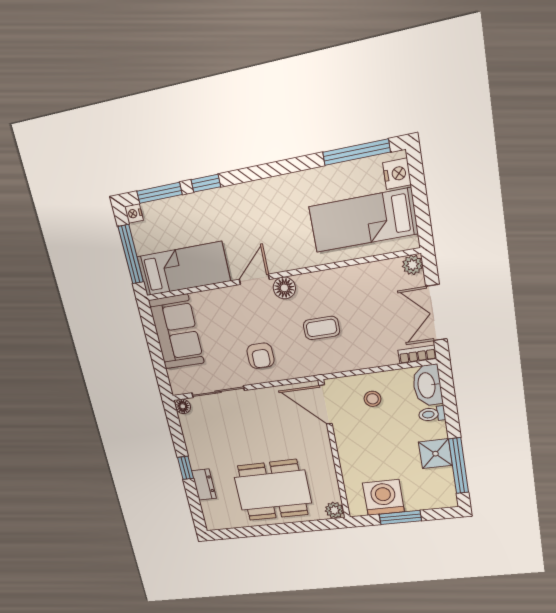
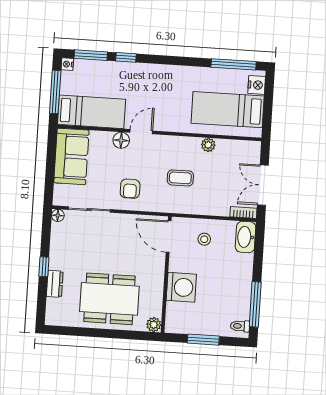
plant: (412, 265) -> (208, 145), moved
floor lamp: (284, 288) -> (121, 140), moved
toilet: (432, 414) -> (240, 326), moved
shower: (435, 454) -> (240, 291), removed
washing machine: (383, 497) -> (181, 287), moved, turned 90

